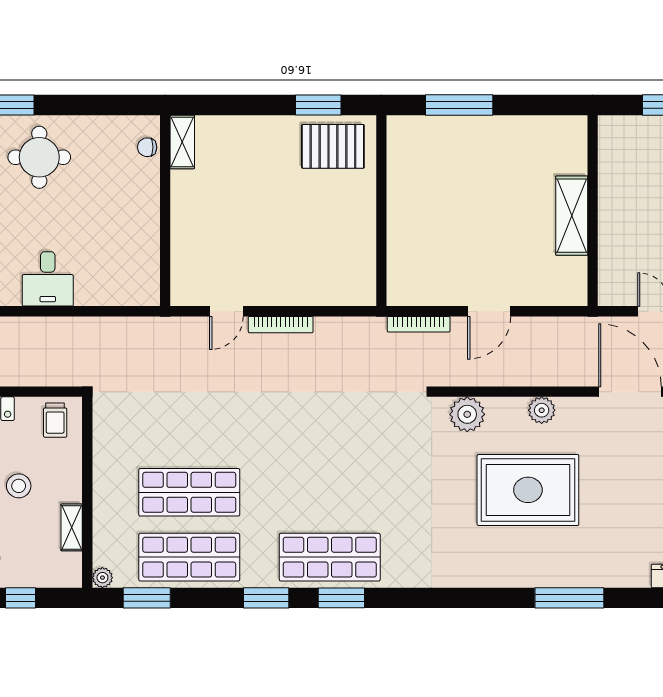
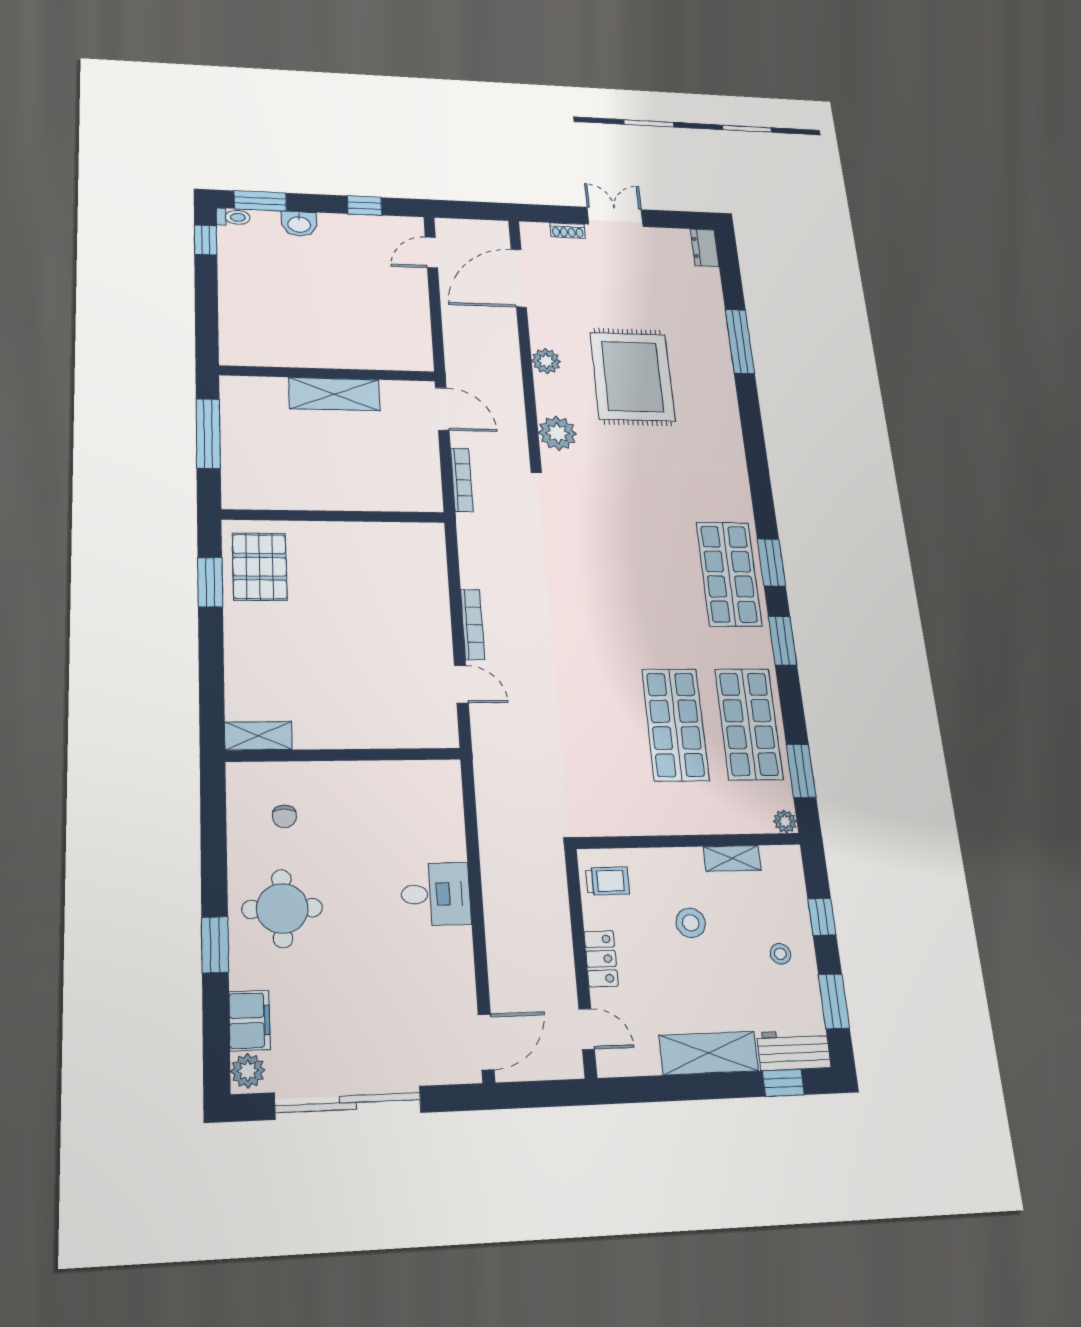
chair: (147, 147) -> (284, 816), moved
wall: (593, 211) -> (328, 373), moved
shelving: (572, 216) -> (334, 394), moved

